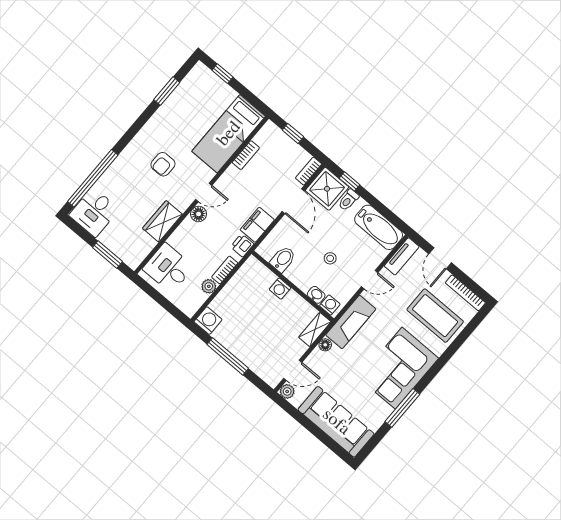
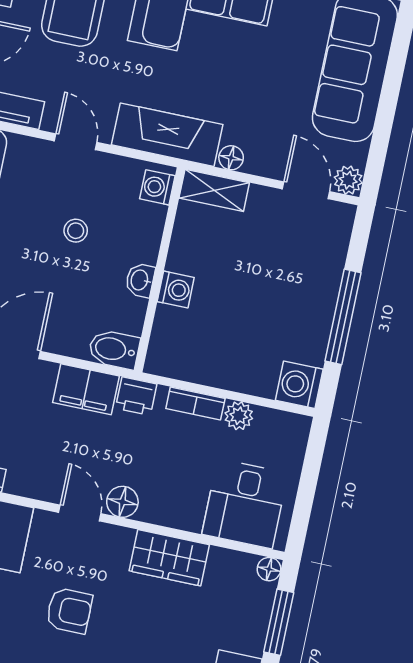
bidet: (283, 259) -> (114, 349), moved
floor lamp: (133, 263) -> (269, 569), added
washbasin: (316, 295) -> (140, 280), moved

